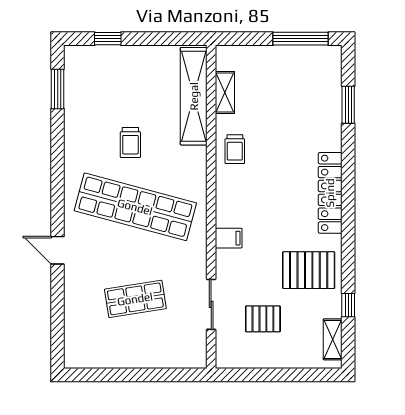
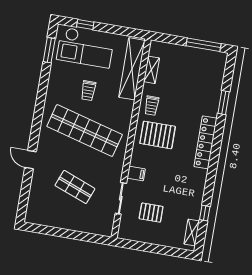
checkout: (114, 75) -> (85, 48), added
window: (348, 105) -> (224, 103), moved
filing cabinet: (229, 238) -> (136, 173), moved
door: (58, 250) -> (31, 160), moved
pallet: (309, 270) -> (158, 135), moved
shop shelf: (135, 299) -> (75, 187), turned 30

